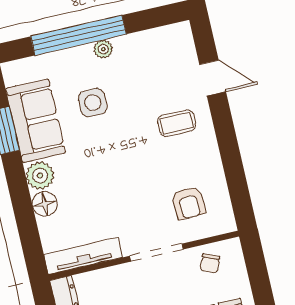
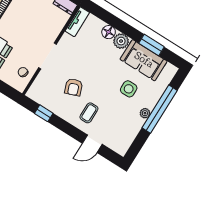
window: (237, 182) -> (44, 113), added
armchair: (189, 203) -> (74, 87), moved, turned -108
tv unit: (83, 256) -> (77, 22), width x0.71

